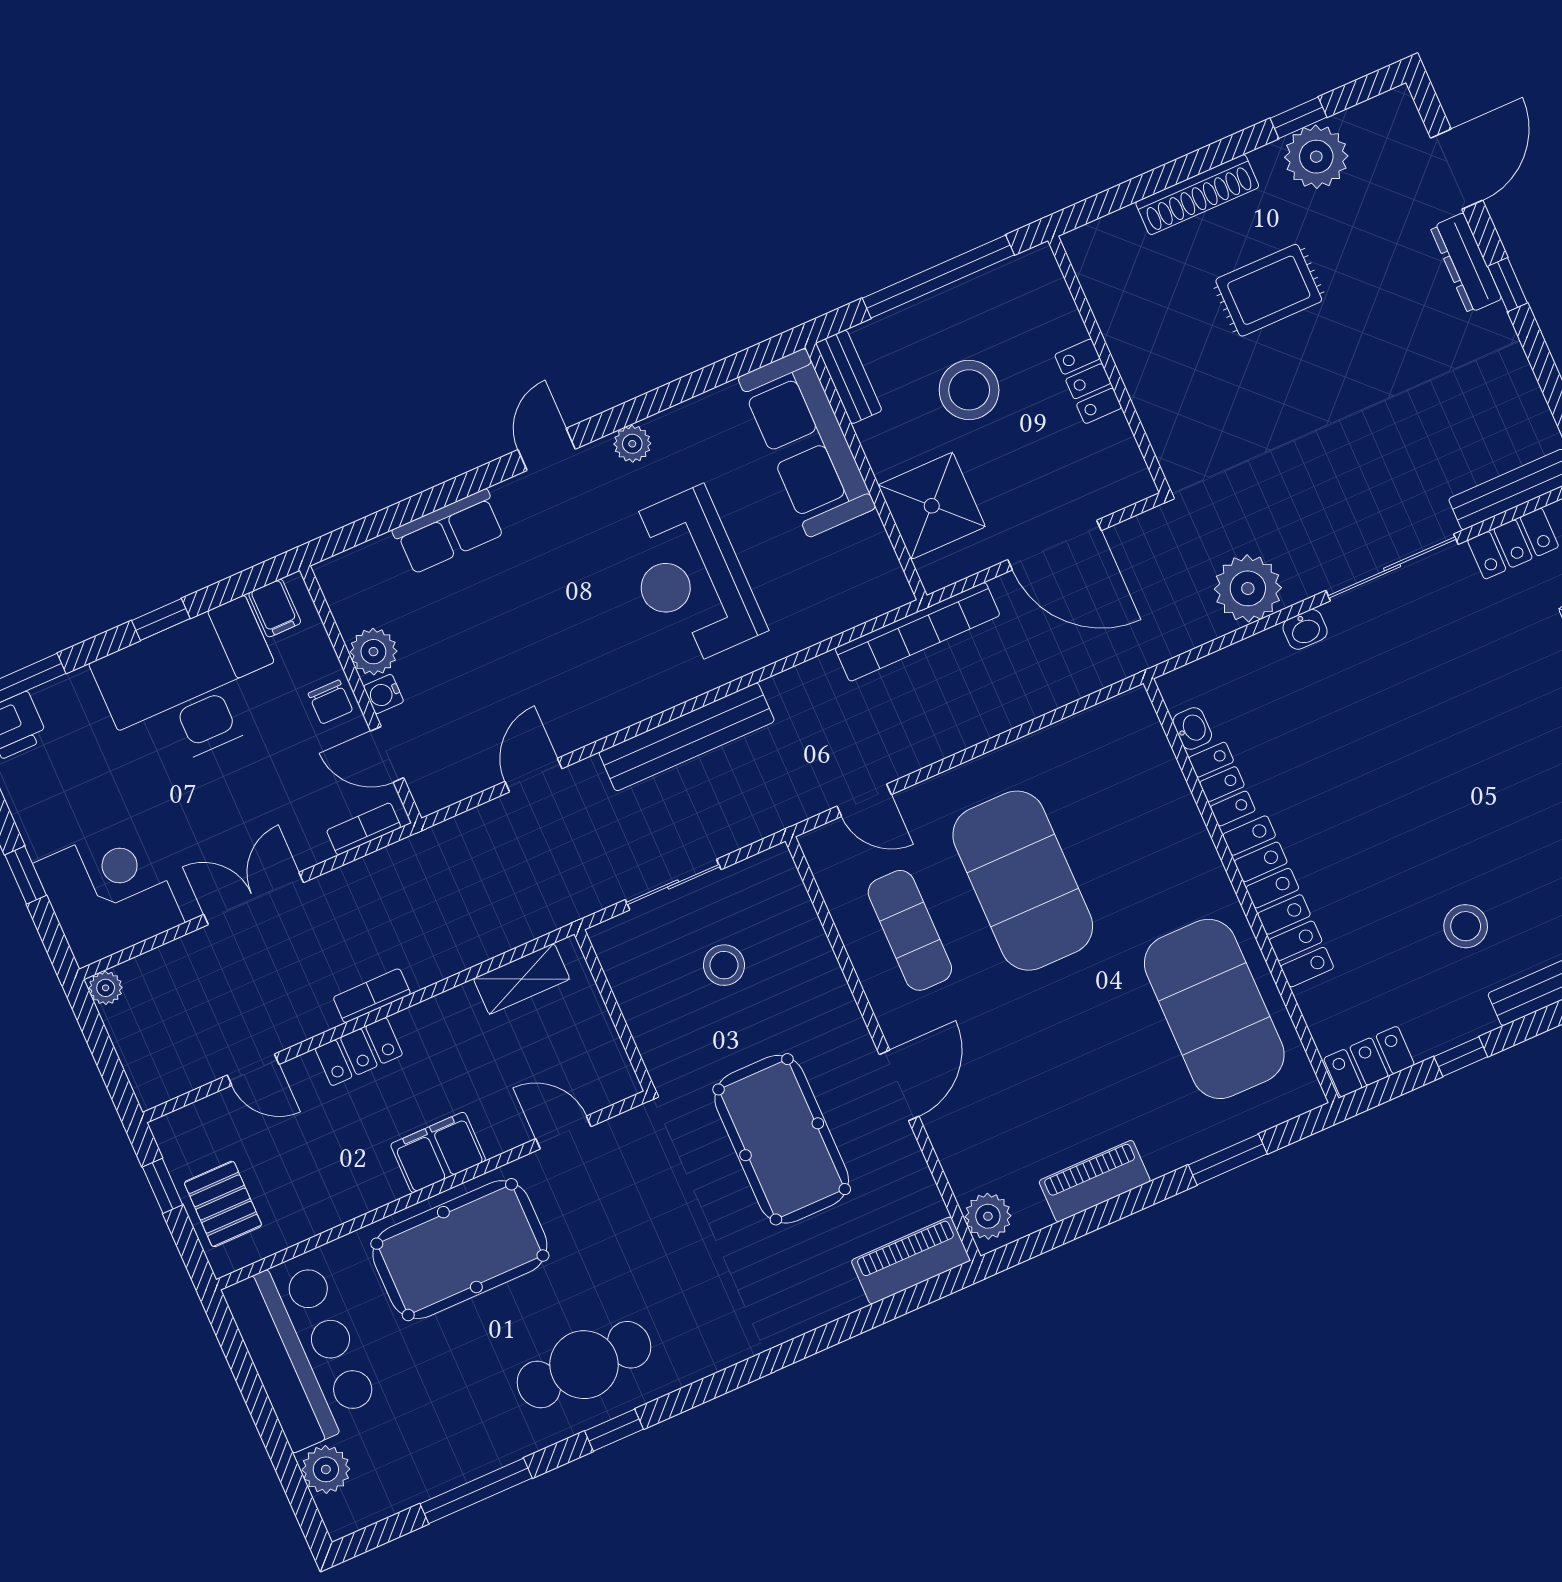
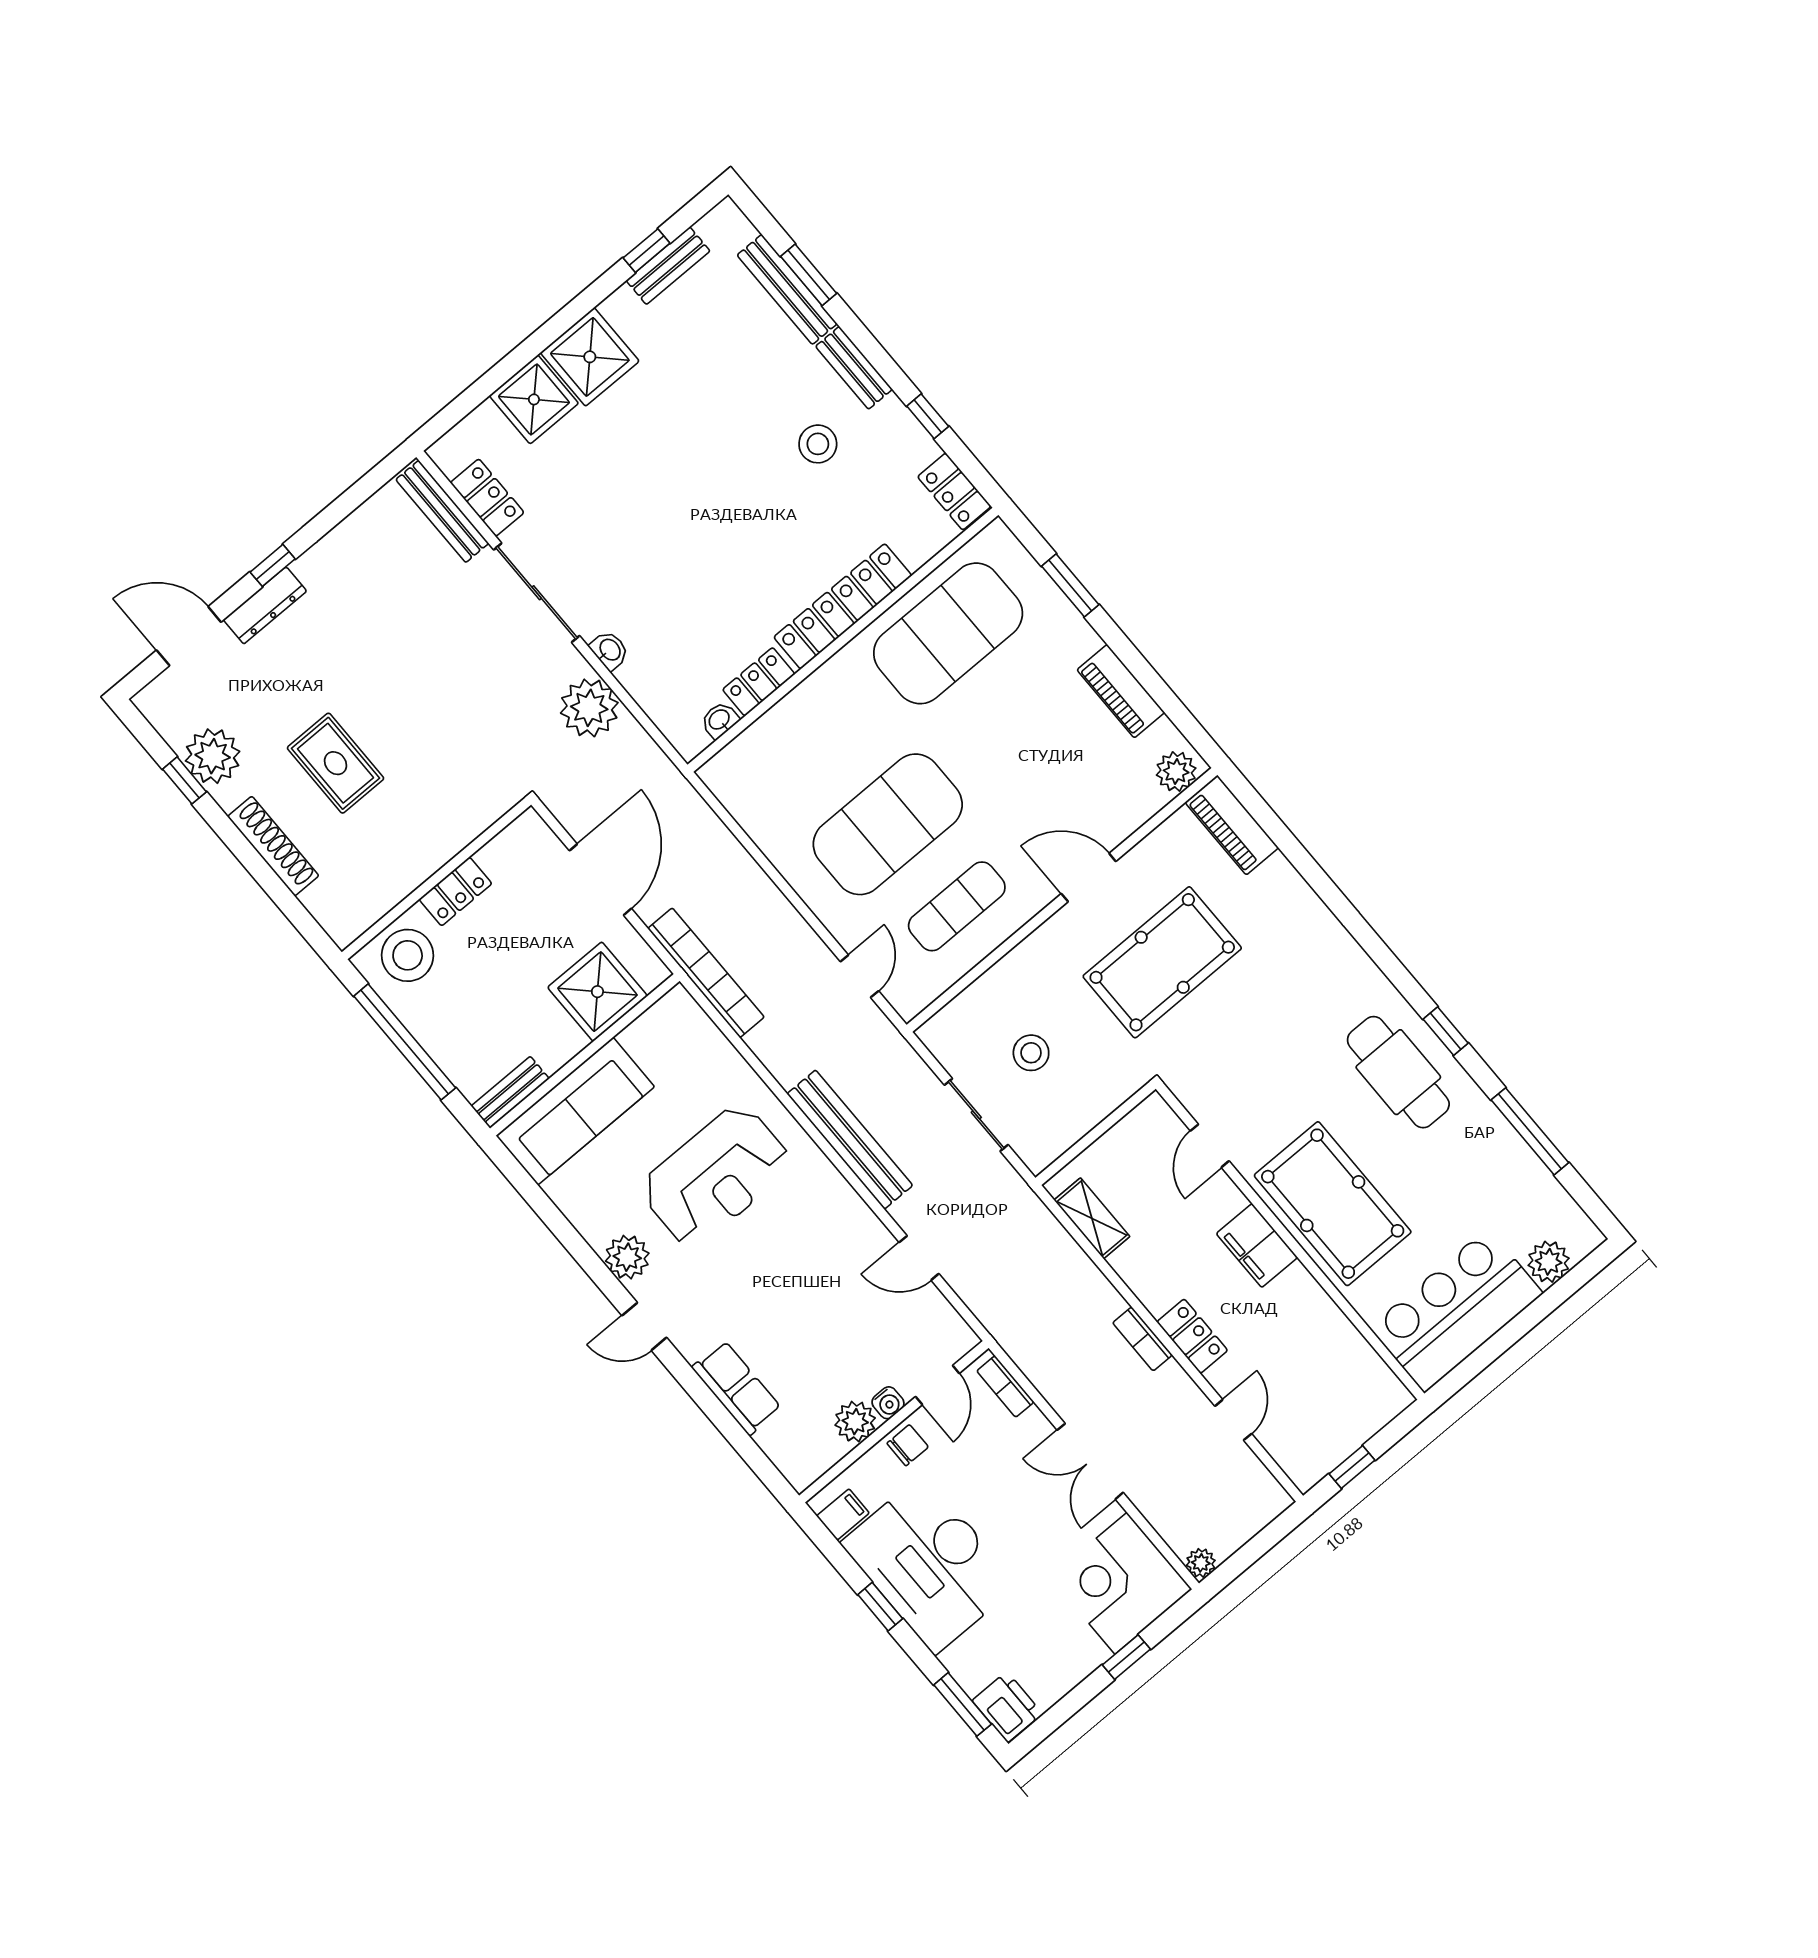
stool: (969, 390) -> (408, 955), moved
plant: (632, 444) -> (627, 1257), width x1.38, depth x1.38
pallet: (223, 1204) -> (1352, 1412), removed

